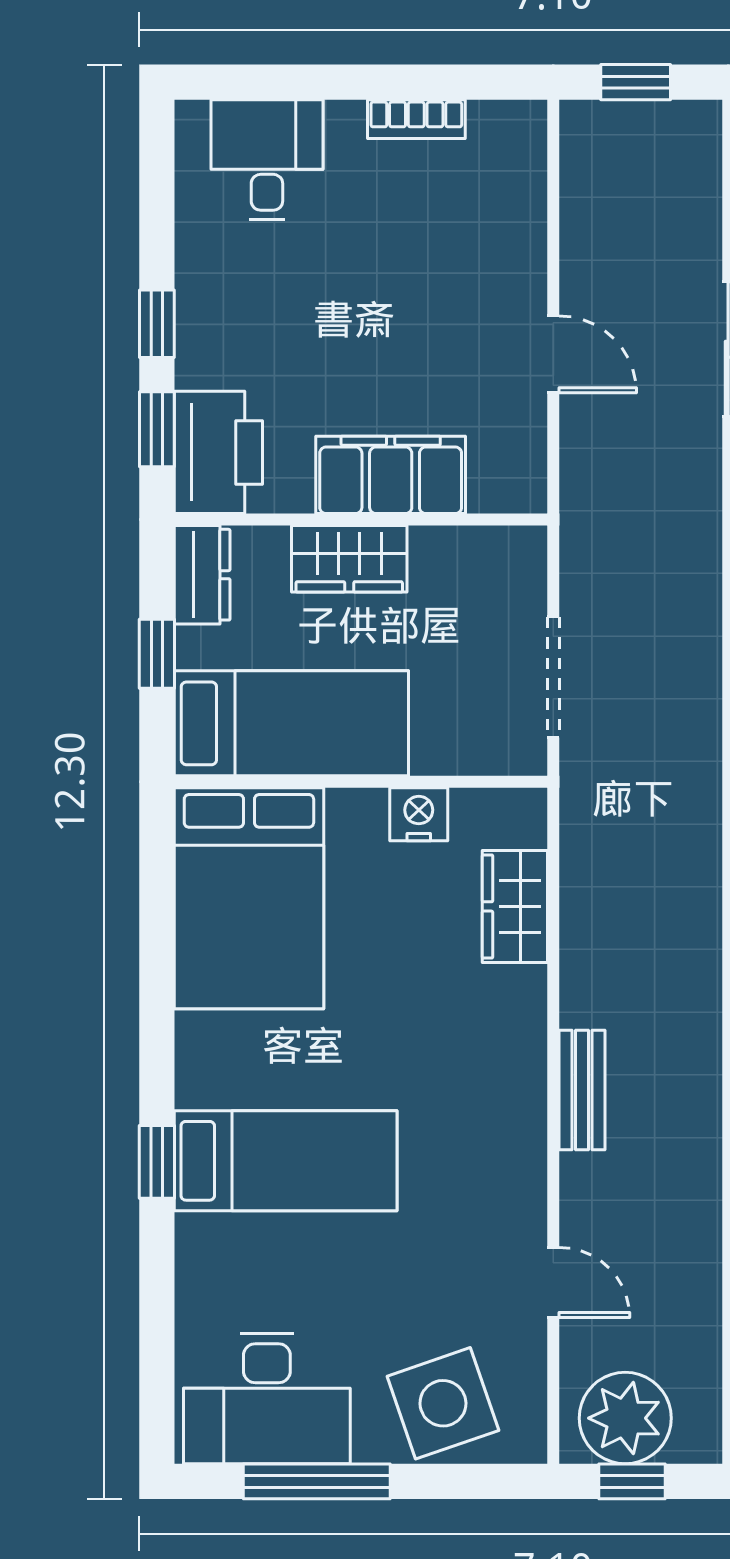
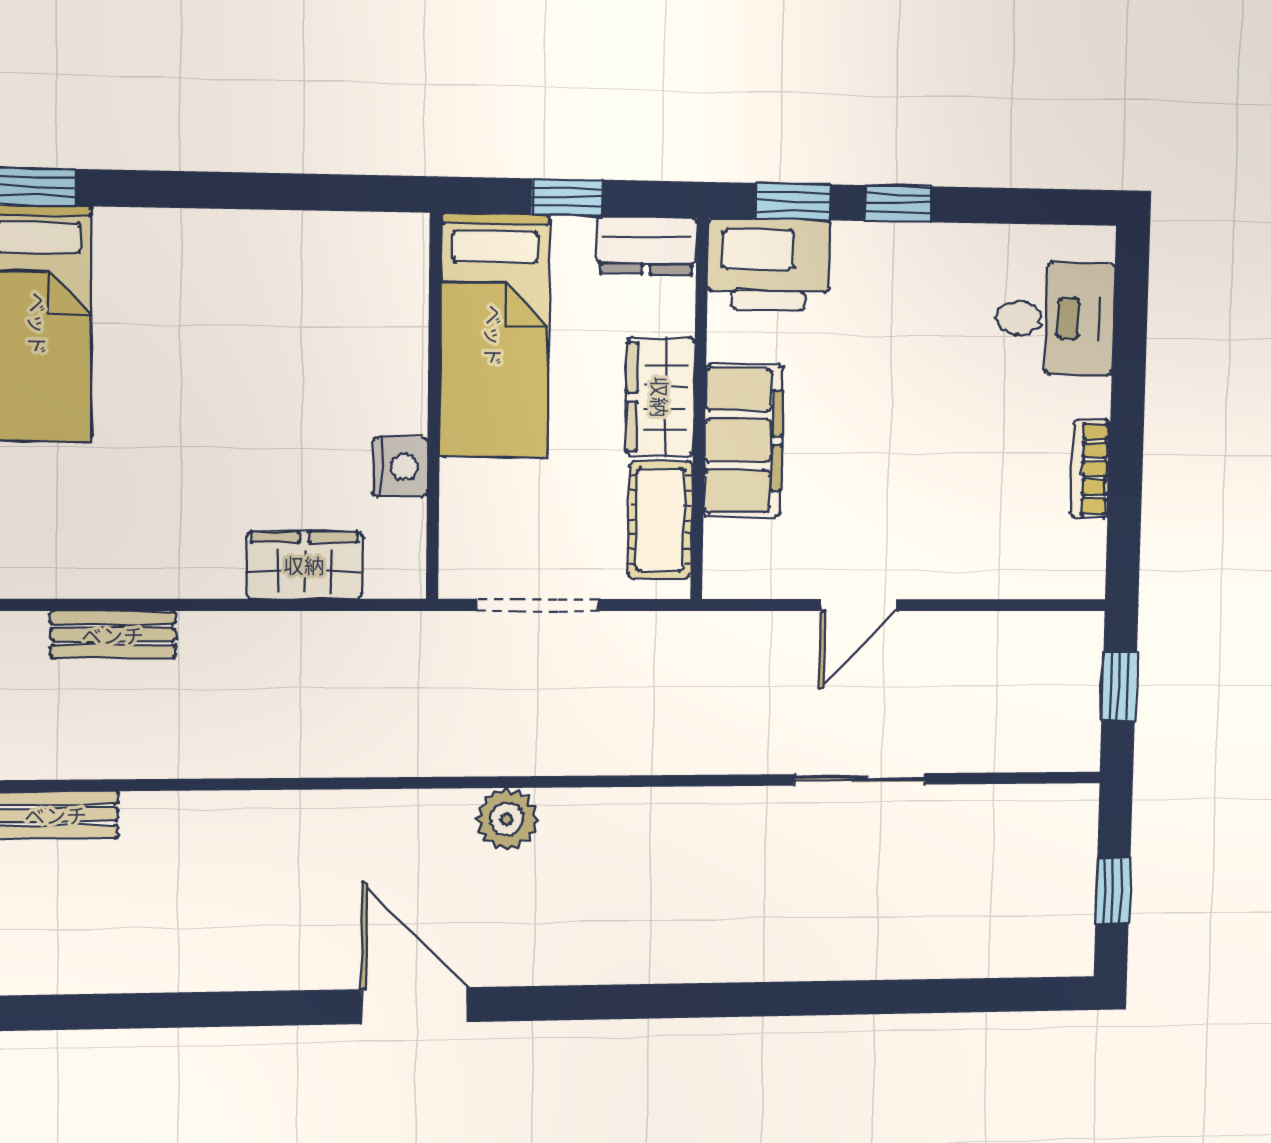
cot: (469, 557) -> (660, 520), added
bed: (249, 898) -> (315, 289), removed

